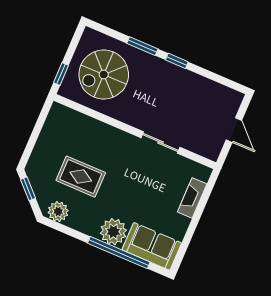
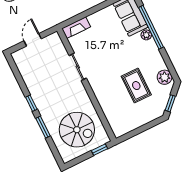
fireplace: (192, 198) -> (76, 28), moved
plant: (113, 232) -> (146, 35), width x0.53, depth x0.53

